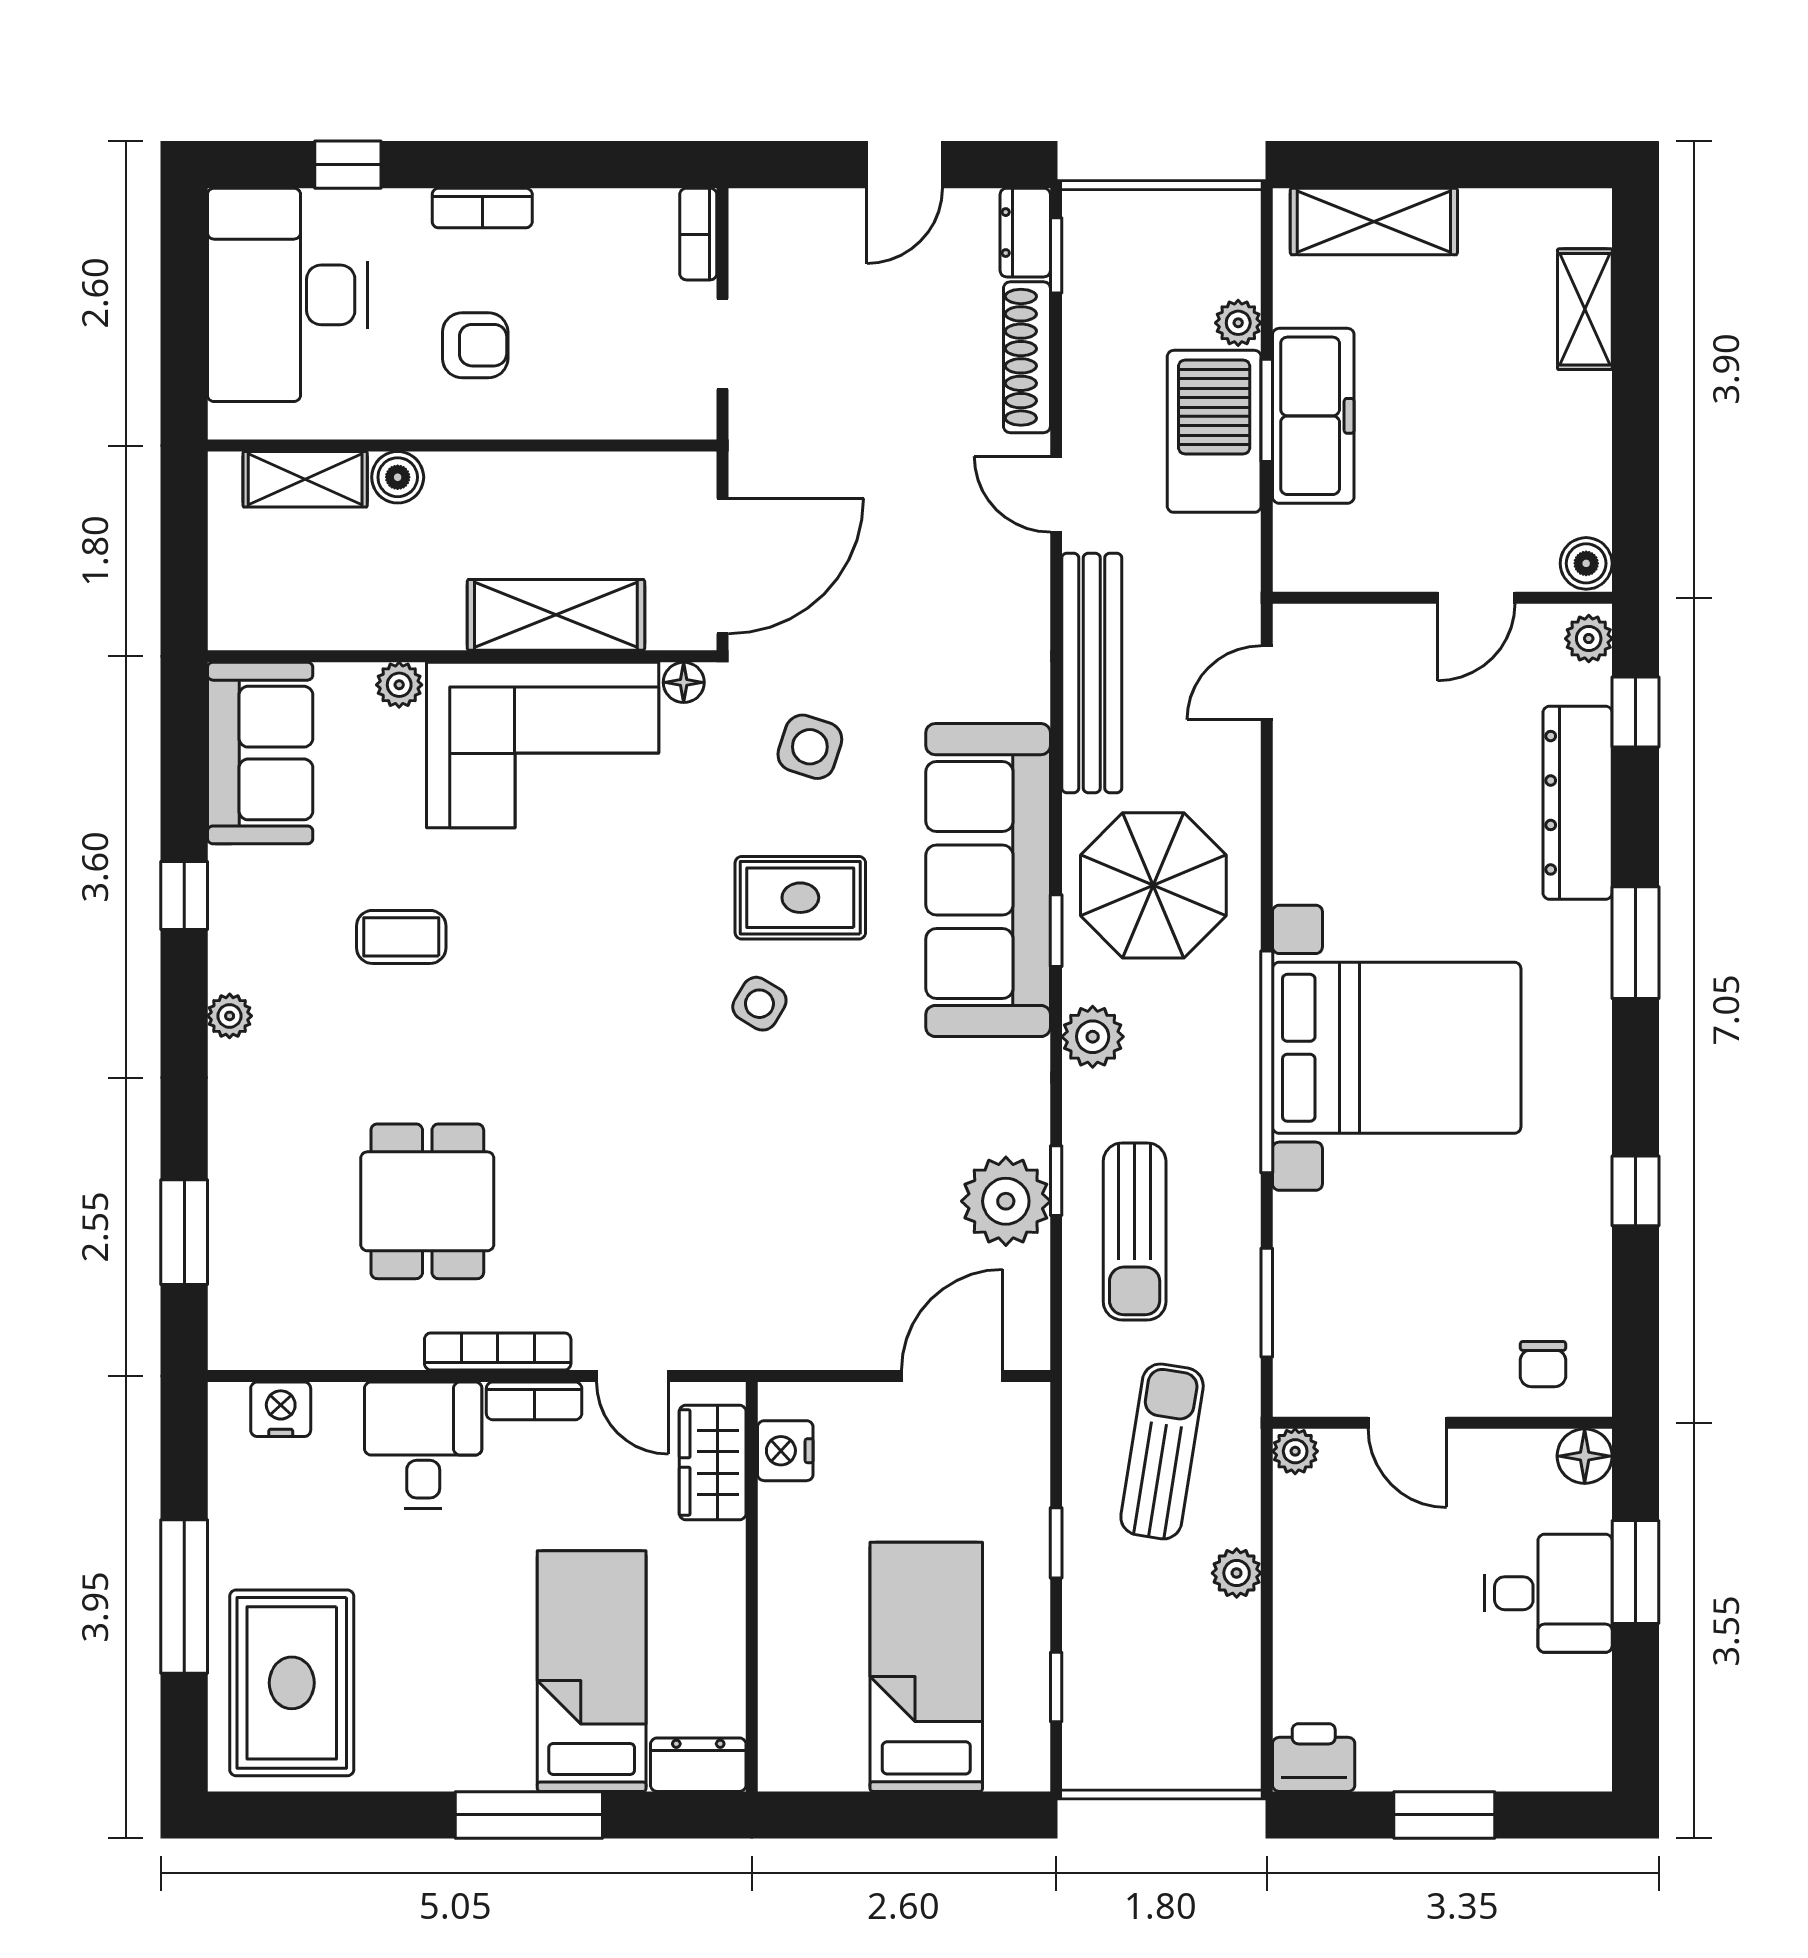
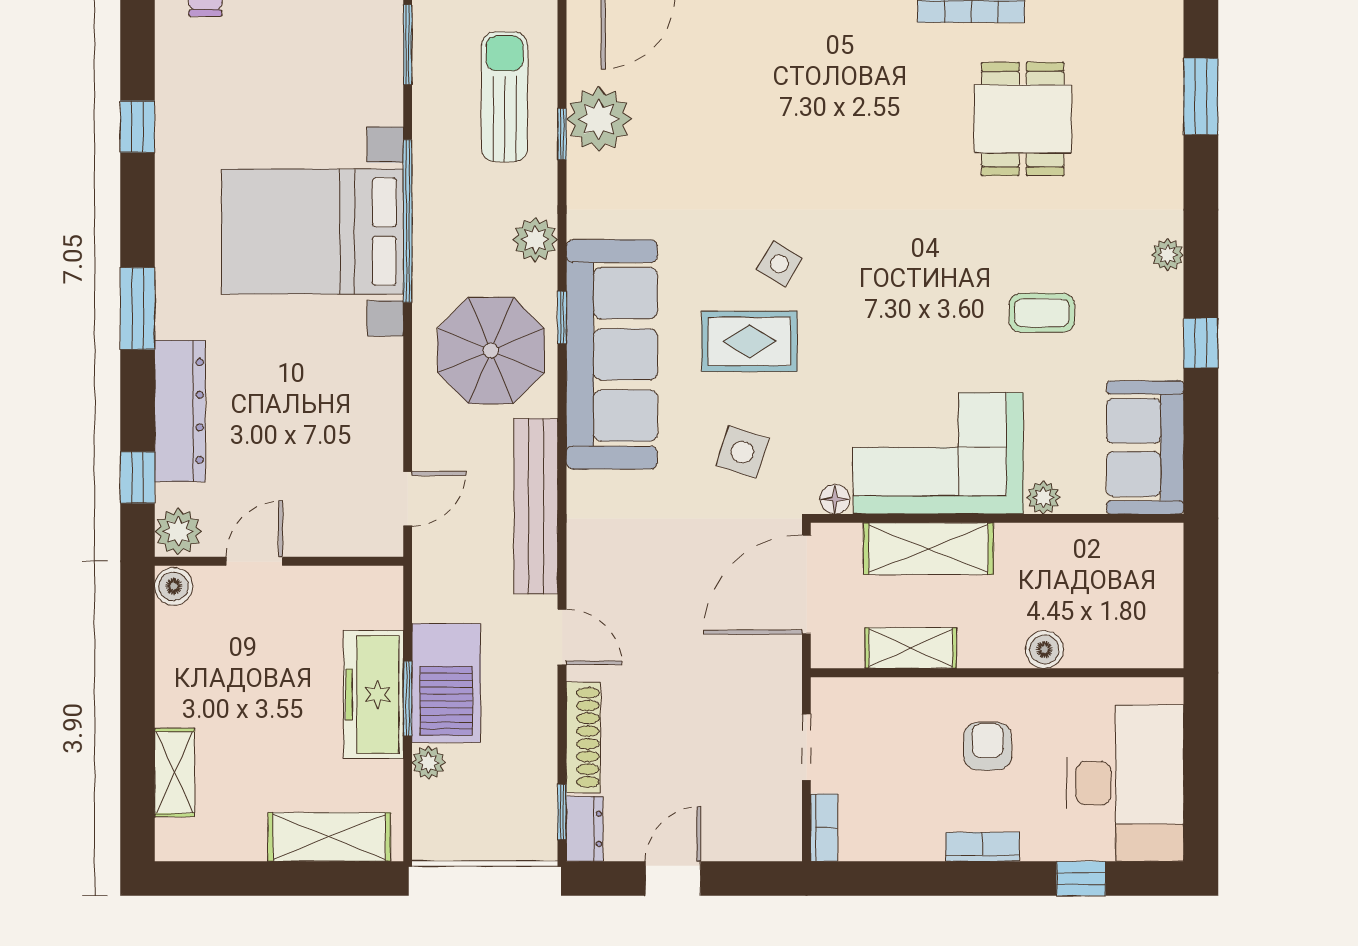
armchair: (475, 345) -> (988, 746), turned 90
shelving: (305, 479) -> (911, 648), moved
plant: (1589, 639) -> (178, 531), width x1.38, depth x1.38

